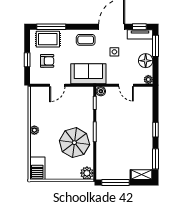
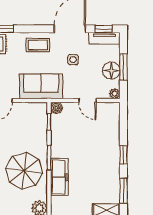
window: (156, 46) -> (123, 67), moved
freezer: (103, 148) -> (59, 177), added

